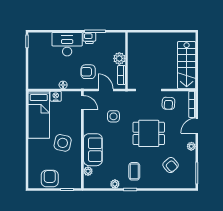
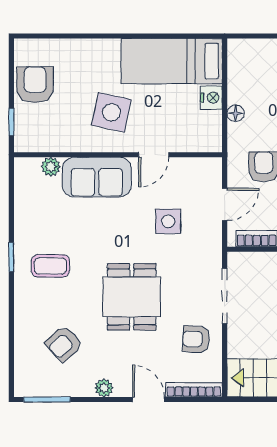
door: (82, 103) -> (154, 155), moved
armchair: (50, 179) -> (35, 85), turned -90
plant: (115, 184) -> (23, 224), removed

